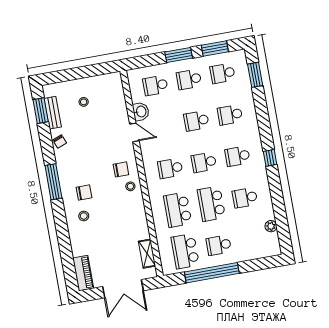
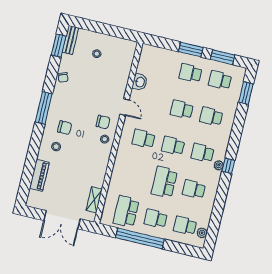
school desk: (155, 85) -> (161, 66), removed
bench: (53, 113) -> (70, 40), moved
door: (134, 132) -> (125, 107), moved
plant: (260, 162) -> (219, 165), added
school desk: (178, 210) -> (185, 226), moved, width x0.54
plant: (271, 226) -> (202, 233), moved
piano: (83, 273) -> (39, 175), moved

